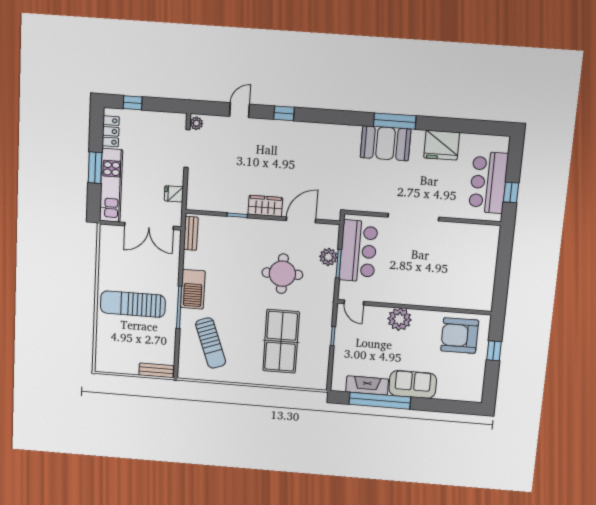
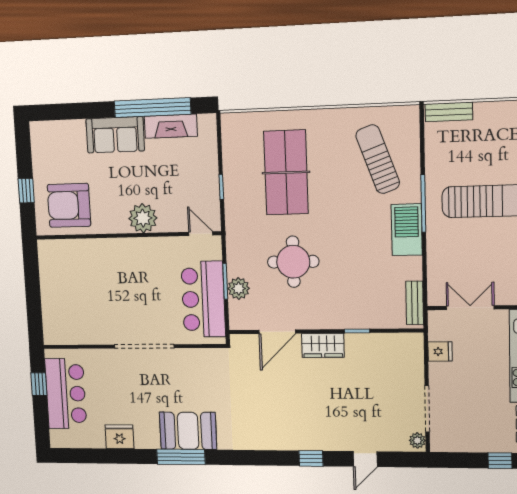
fridge: (442, 145) -> (119, 437), width x0.73, depth x0.75
double door: (149, 226) -> (470, 308), width x0.73
armchair: (460, 336) -> (69, 205), turned 180

